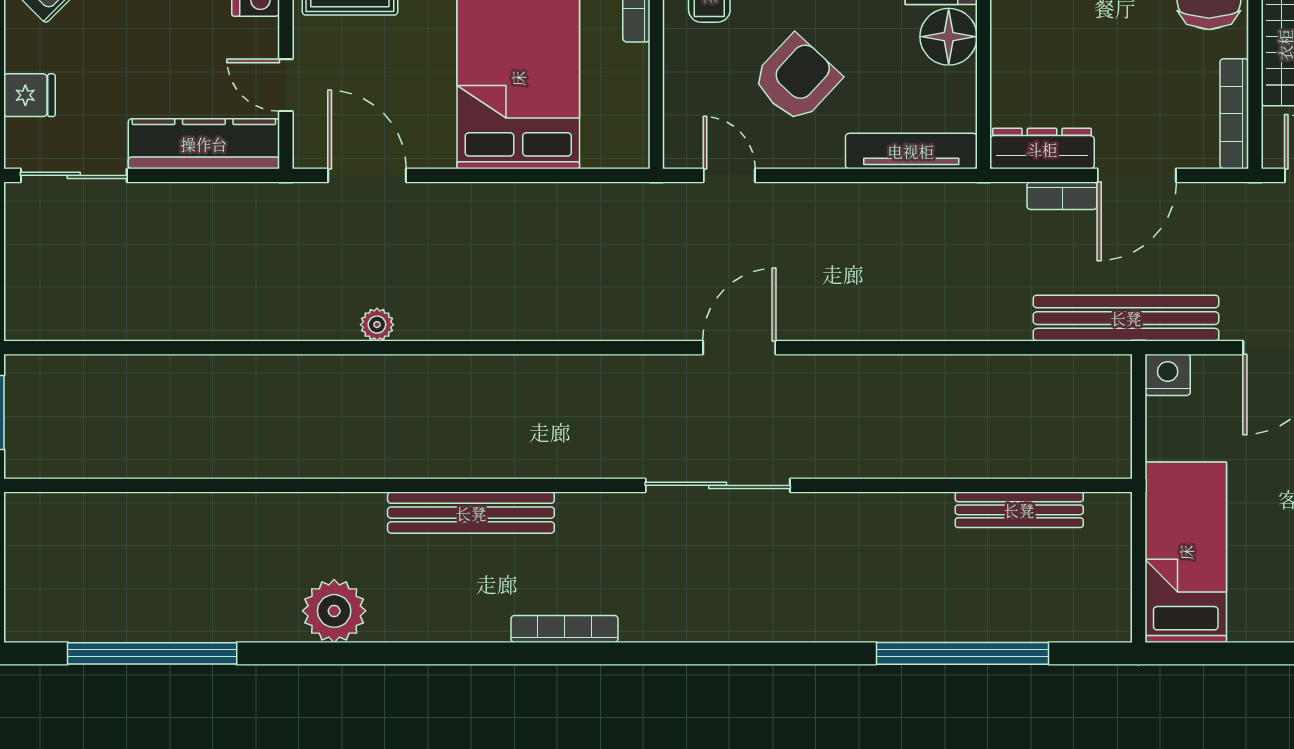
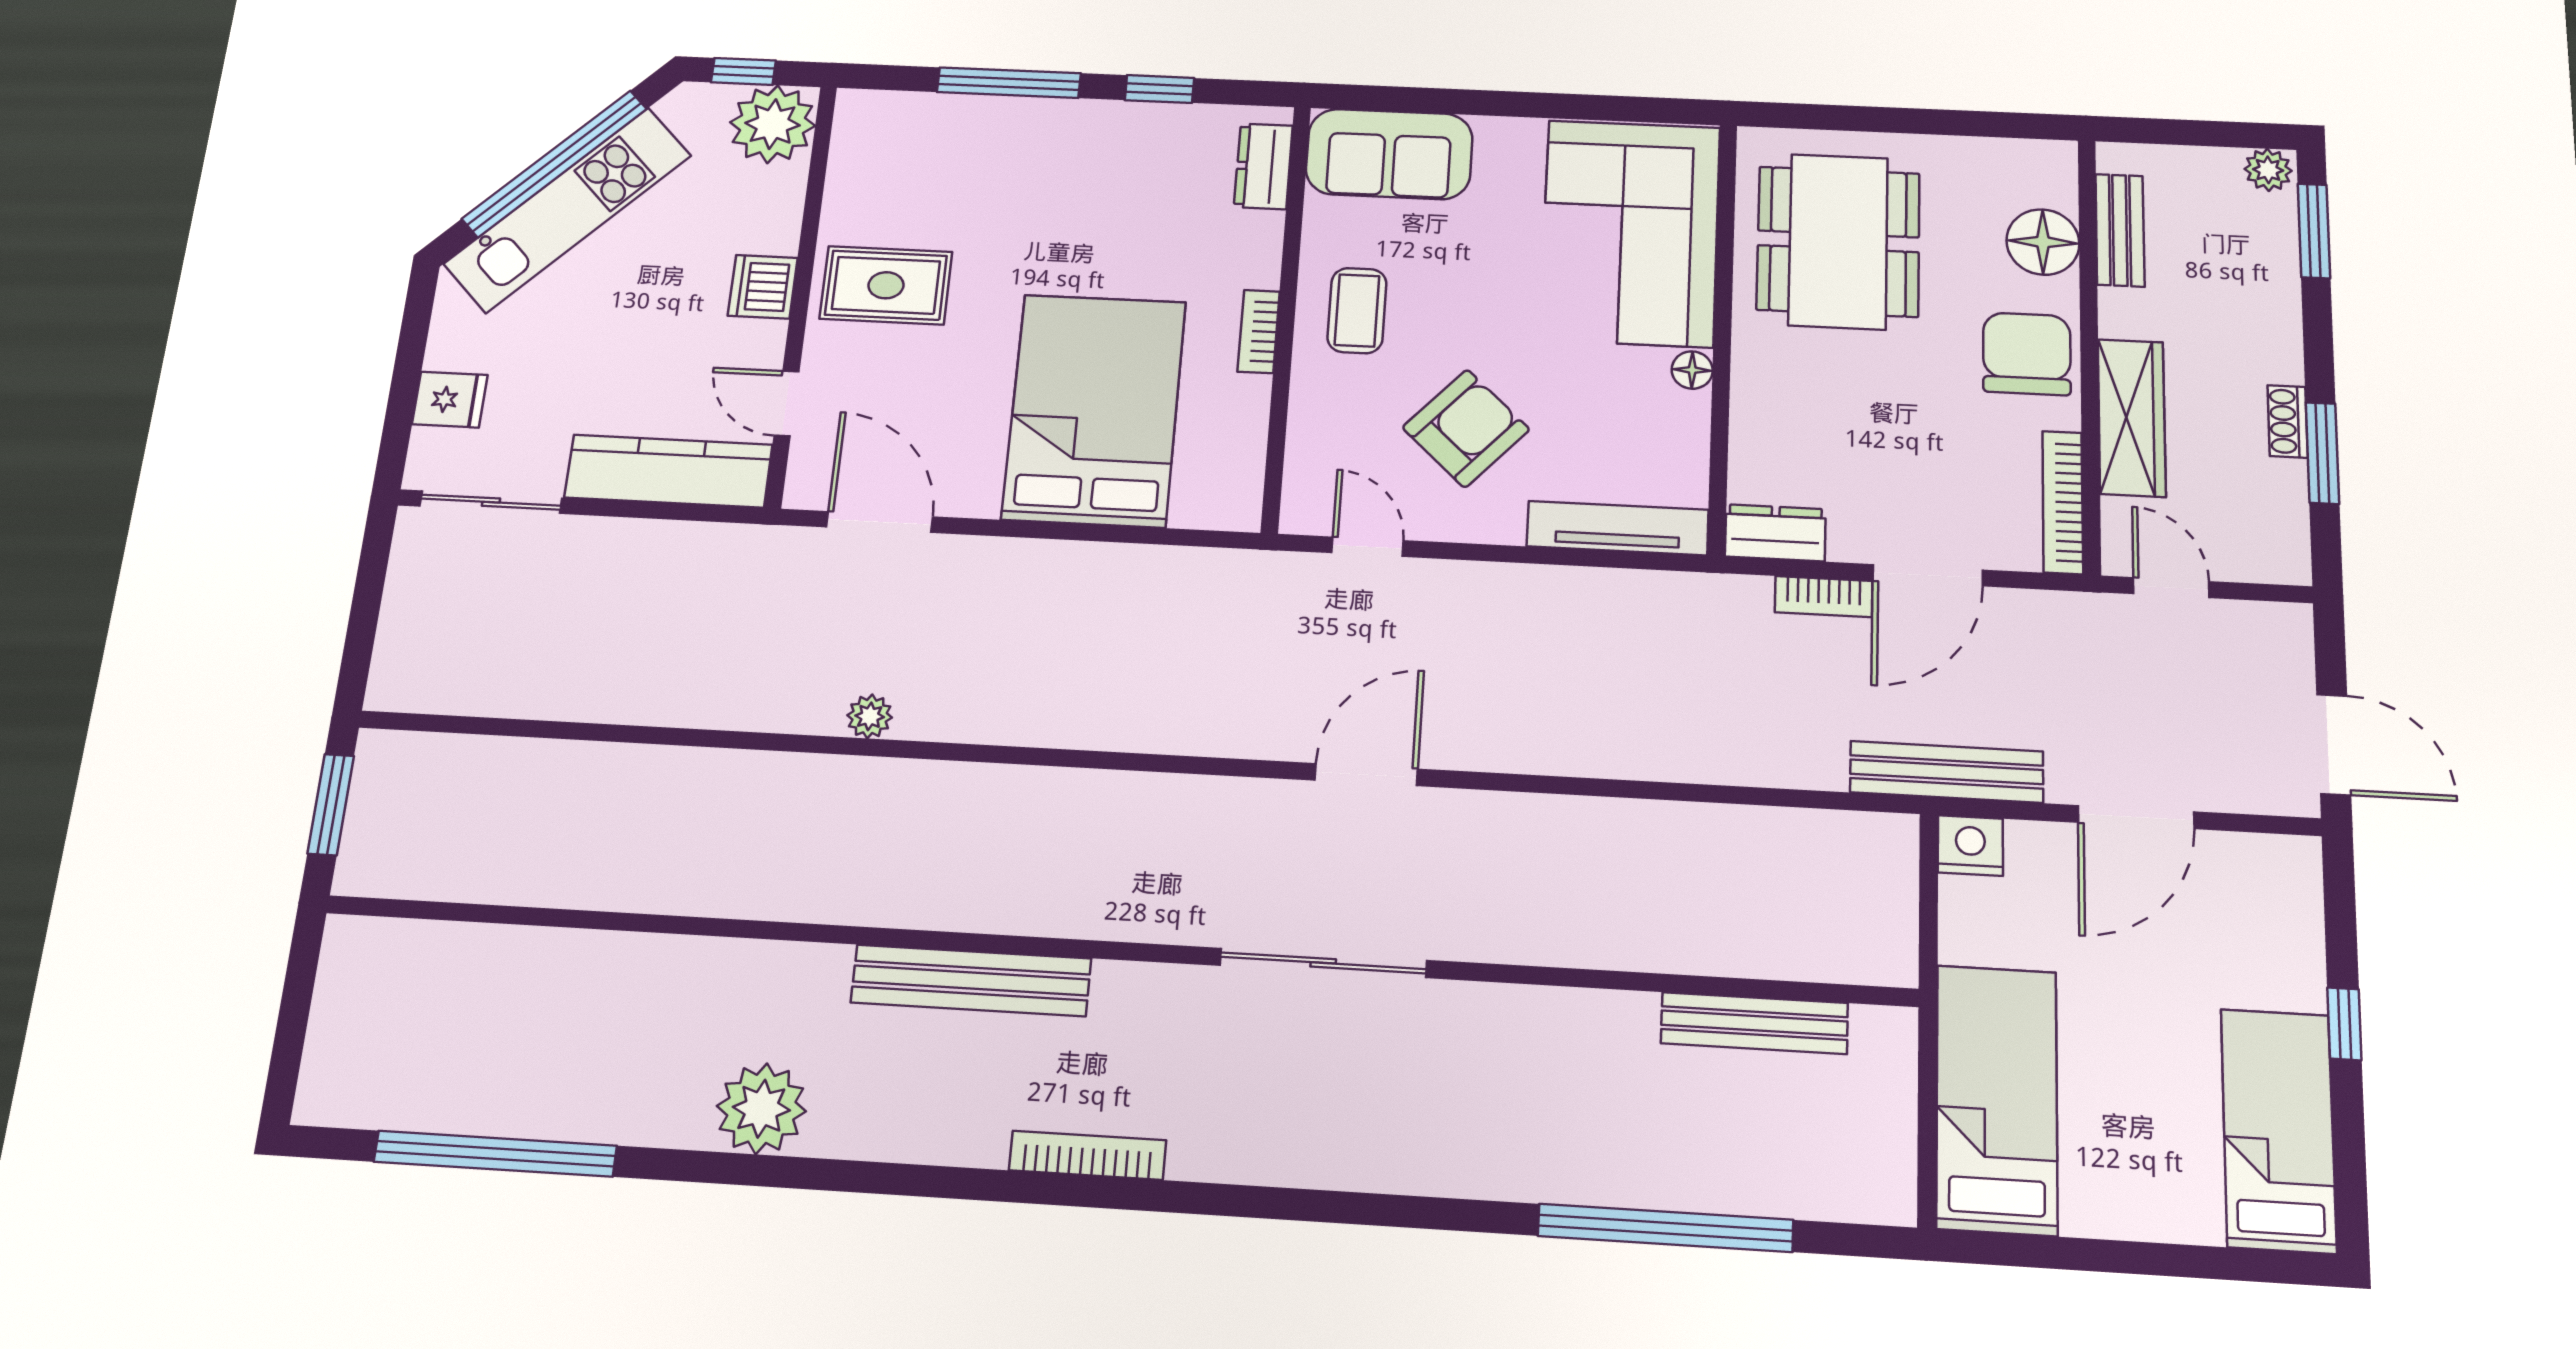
floor lamp: (949, 37) -> (1692, 370), width x0.53, depth x0.53
dresser: (1042, 149) -> (1775, 533), width x0.70
bench: (1126, 318) -> (1947, 772), width x0.73, depth x0.82

